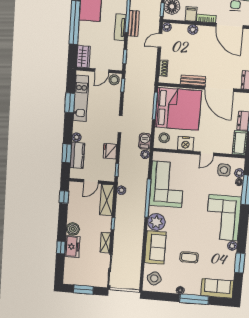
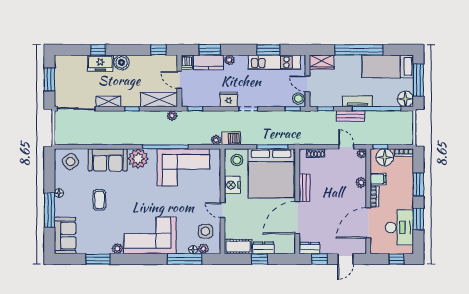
bench: (134, 23) -> (351, 116), moved
fridge: (110, 151) -> (229, 99), moved
dishwasher: (76, 174) -> (187, 62), added

